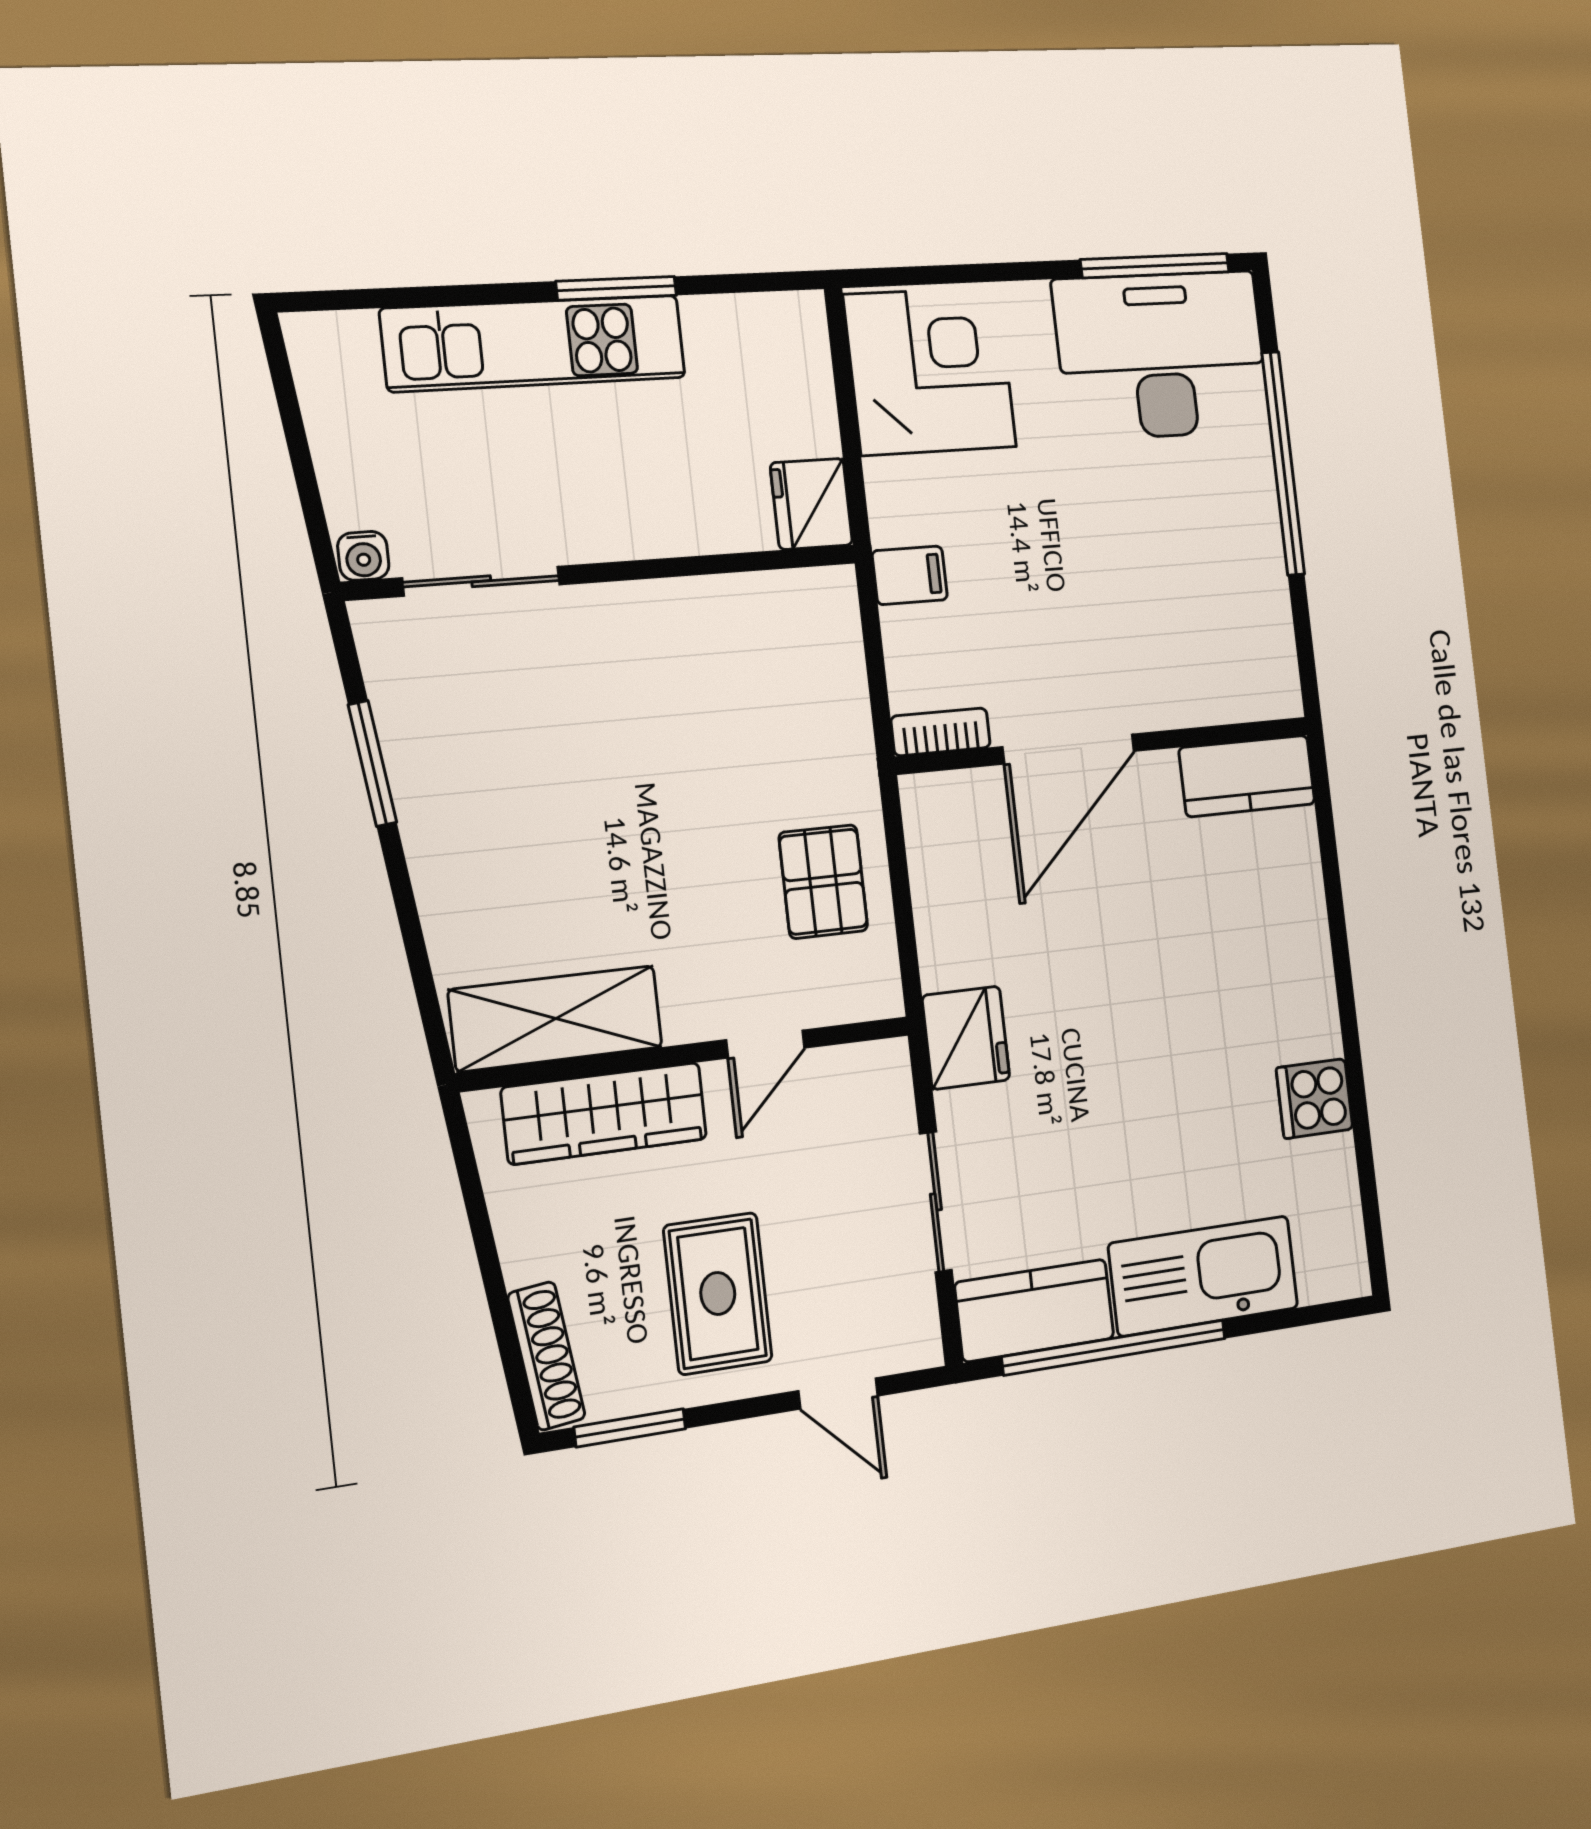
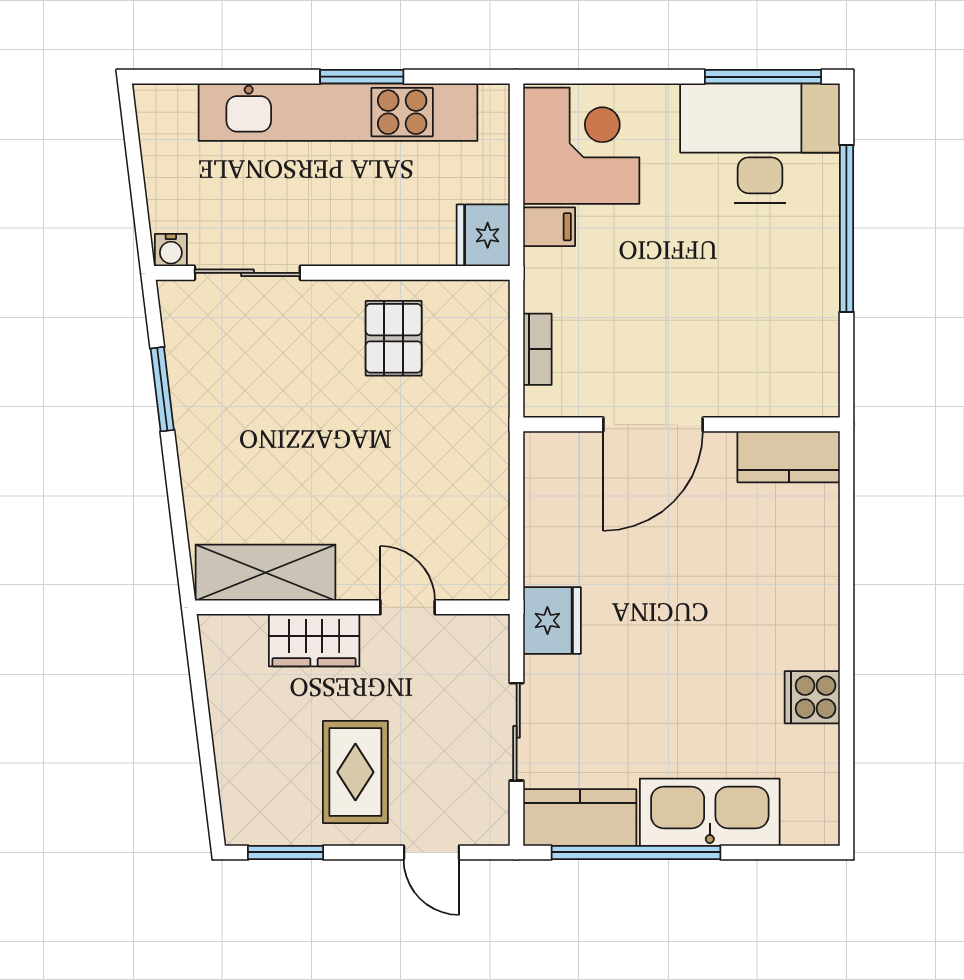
kitchen unit: (534, 343) -> (338, 112), width x1.36
filing cabinet: (910, 575) -> (549, 227), moved
bookcase: (941, 732) -> (537, 349), moved, turned 90
pallet: (823, 882) -> (394, 338), moved
door: (765, 1044) -> (408, 607), swing flipped
wardrobe: (604, 1113) -> (314, 640), width x0.67
shoe rack: (546, 1356) -> (235, 796), removed

